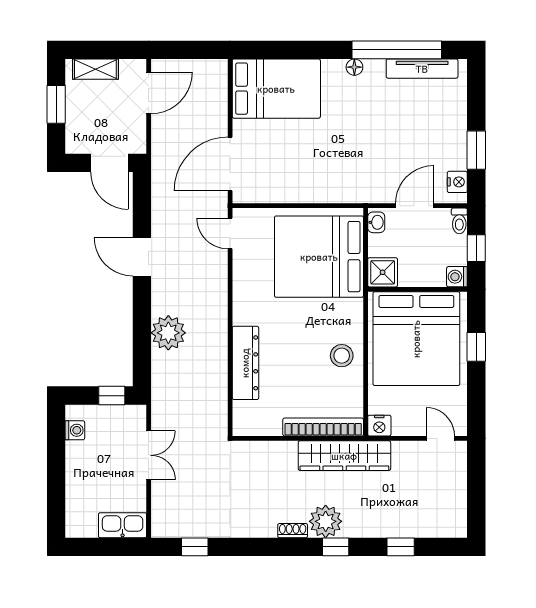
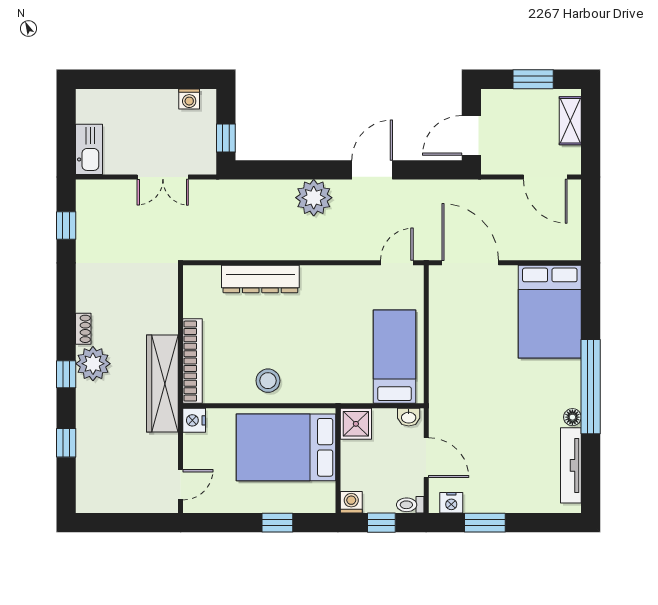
window: (397, 50) -> (591, 387), moved
floor lamp: (354, 67) -> (572, 417), moved
bed: (319, 257) -> (394, 357), width x0.49
plant: (168, 333) -> (314, 198), moved
bed: (416, 339) -> (286, 447), width x0.73

